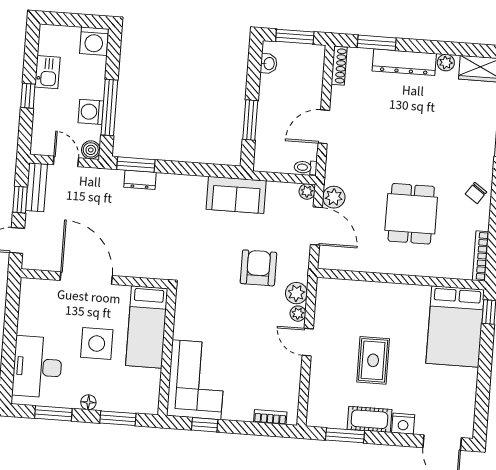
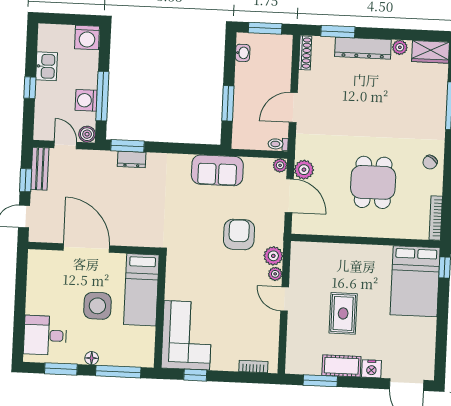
desk: (37, 367) -> (45, 335), width x0.73
window: (118, 418) -> (118, 372), width x1.44

